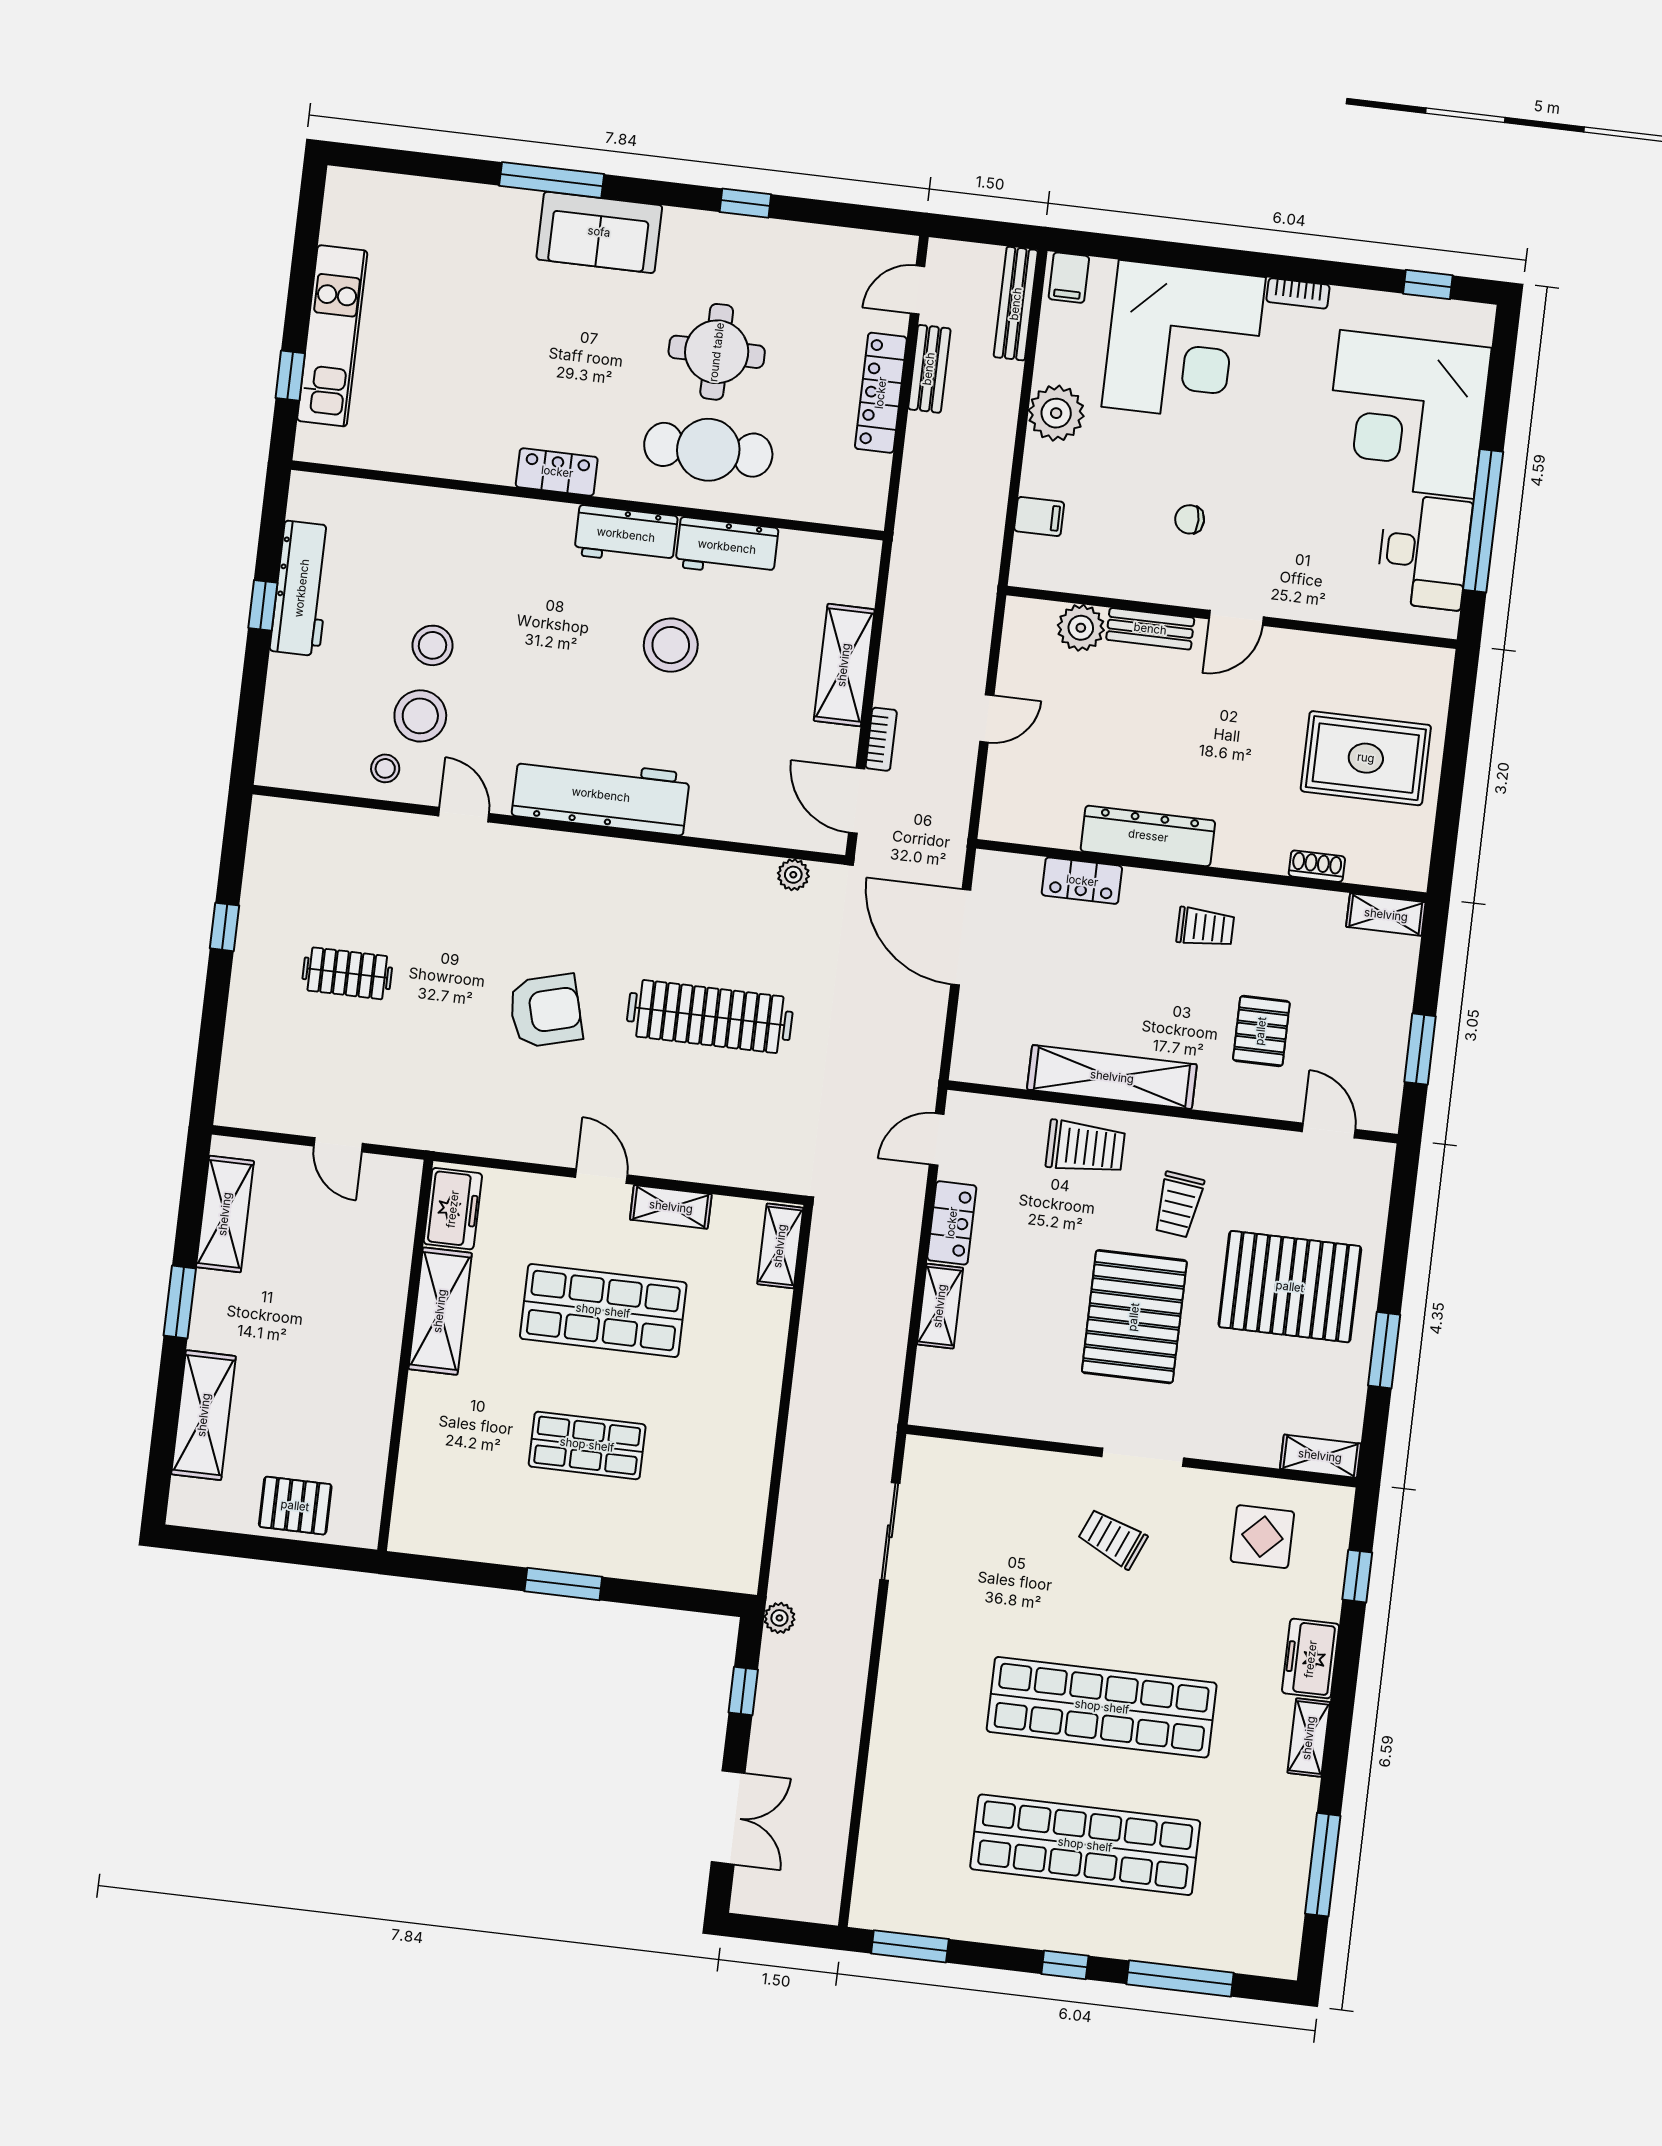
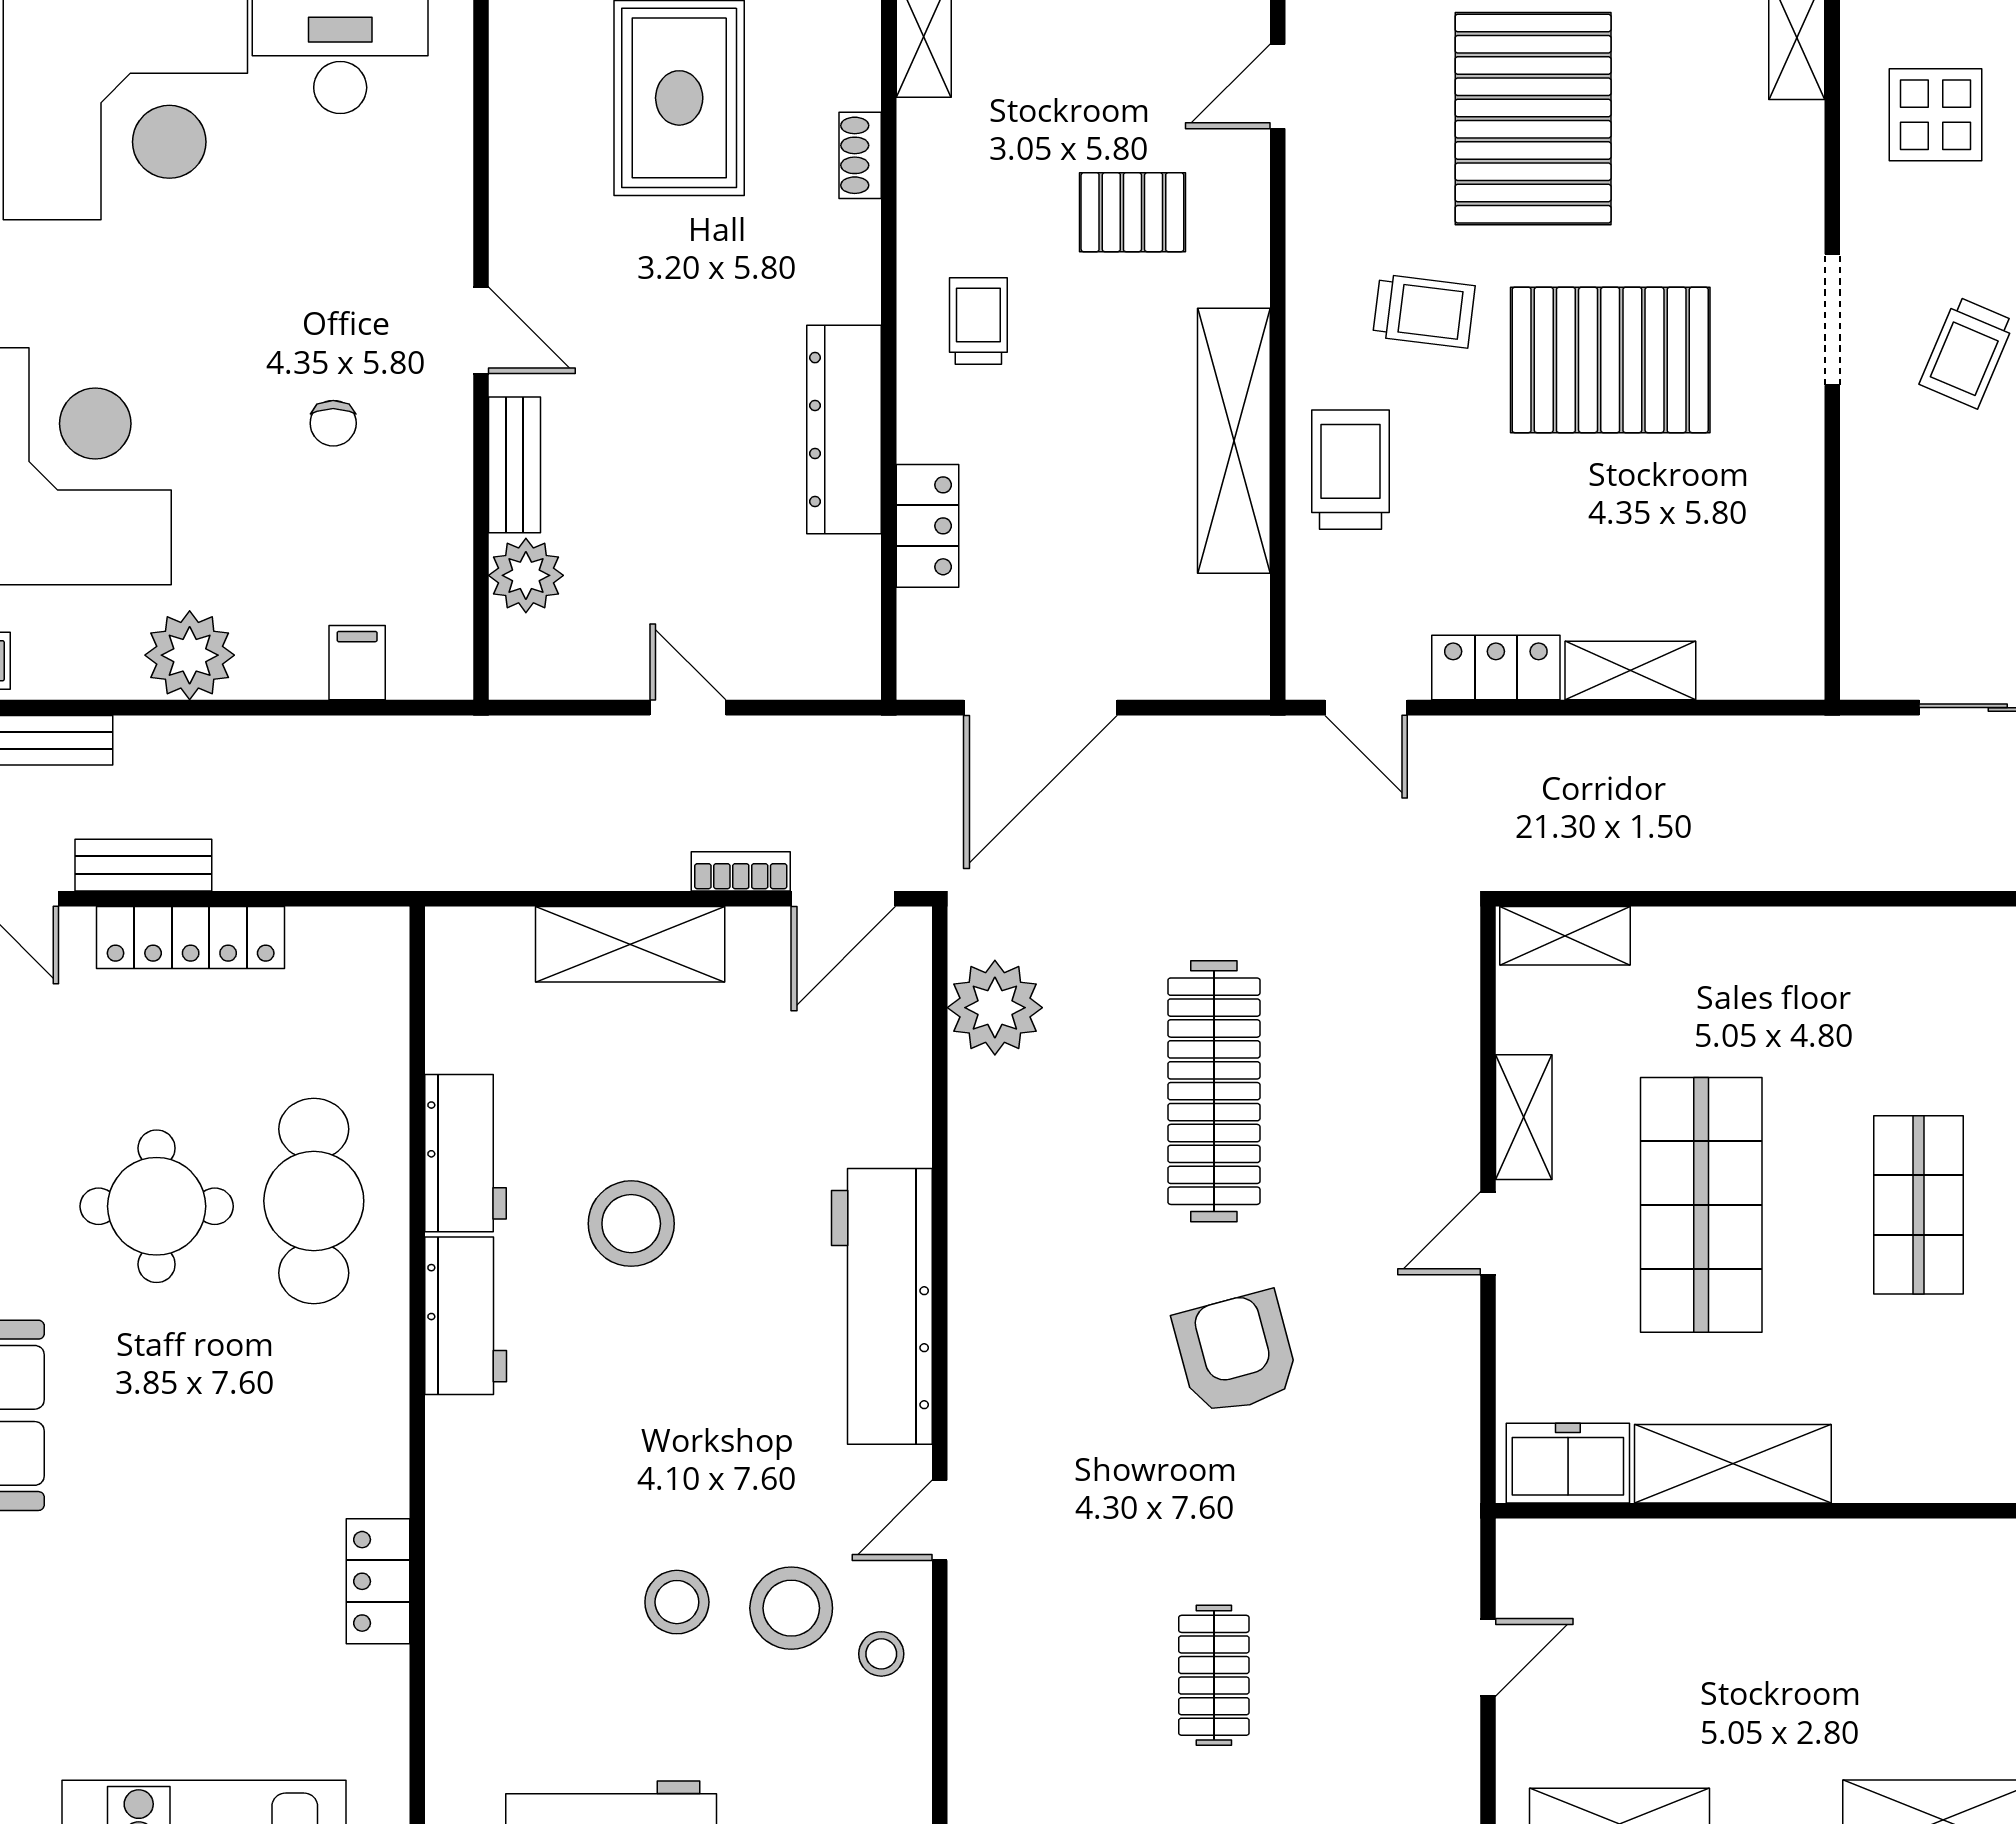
locker: (557, 472) -> (378, 1581), moved
plant: (793, 875) -> (995, 1008), width x1.88, depth x1.88

